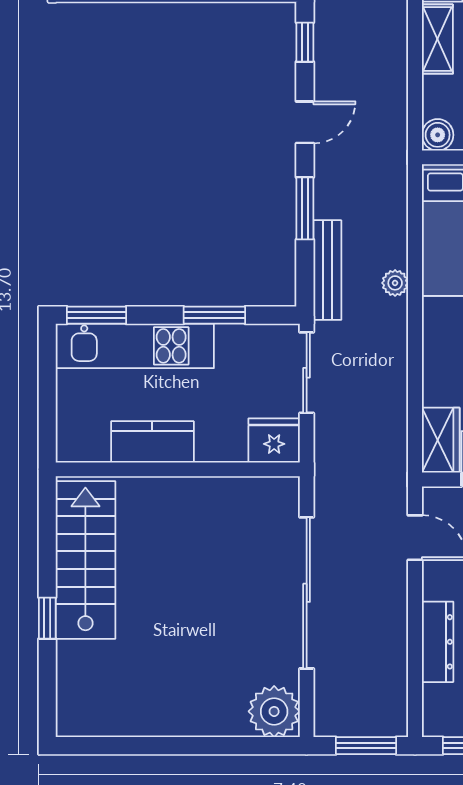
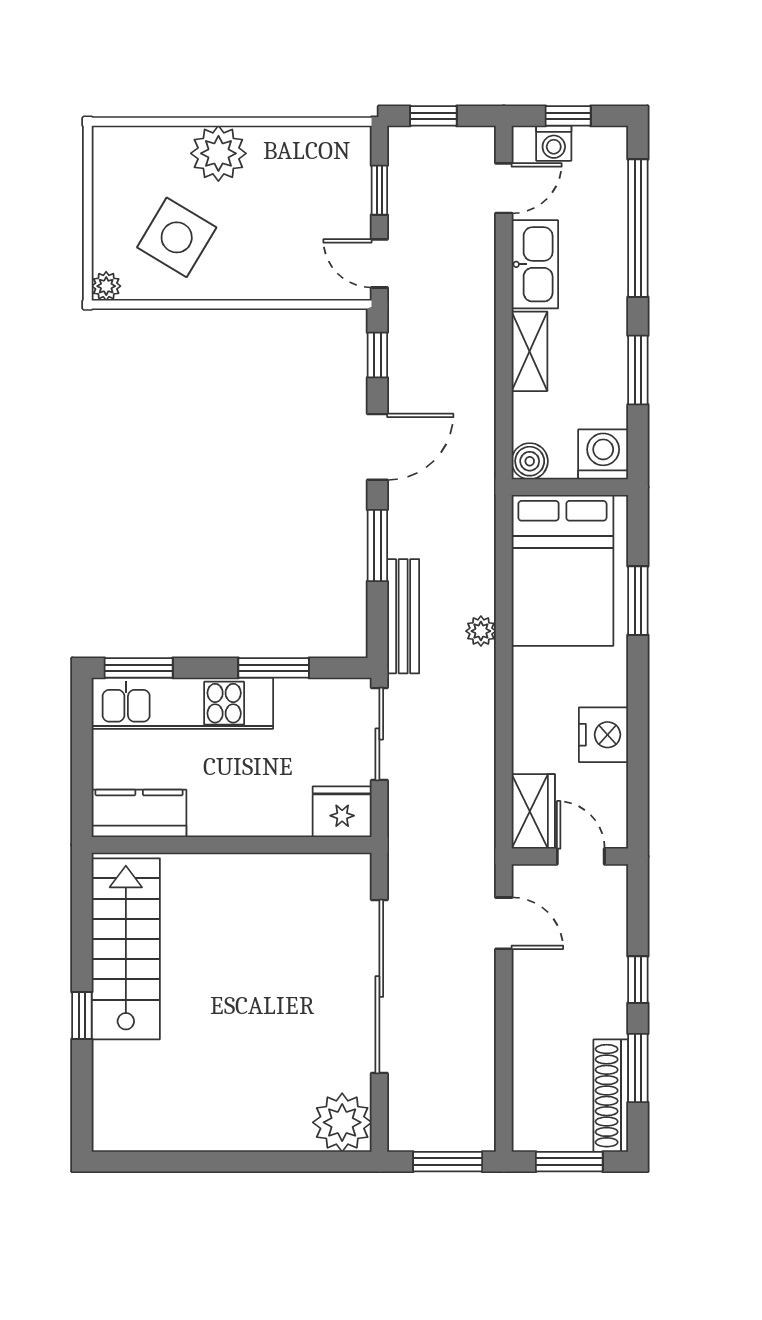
door: (305, 122) -> (377, 447), width x1.37
kitchen counter: (152, 442) -> (139, 813), moved
dresser: (438, 642) -> (530, 1043), removed

